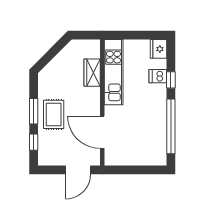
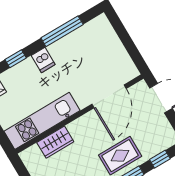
dishwasher: (158, 76) -> (43, 60), moved
window: (171, 126) -> (62, 31), width x0.68

